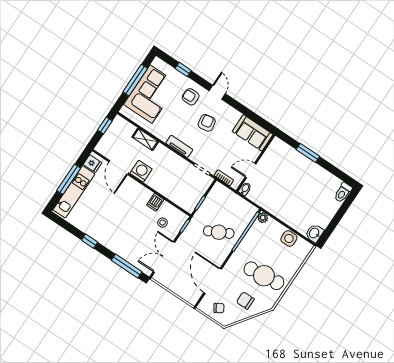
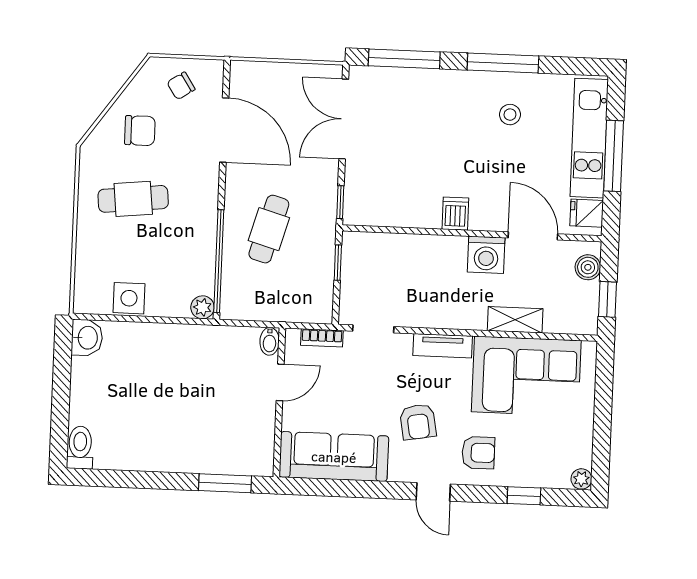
plant: (157, 62) -> (581, 479), added
window: (135, 80) -> (602, 420), removed
corner sofa: (151, 94) -> (526, 376), moved, turned -90
sofa: (253, 133) -> (334, 457), width x1.36
boiler: (105, 142) -> (588, 267), added
window: (308, 153) -> (225, 483), moved
dishwasher: (155, 202) -> (455, 214), moved
stool: (163, 223) -> (510, 115), moved
cafe table: (219, 232) -> (269, 229), turned -47
window: (90, 241) -> (503, 63), width x2.17
double door: (164, 257) -> (344, 119), swing flipped
cafe table: (264, 276) -> (133, 199), width x0.73, depth x0.74

